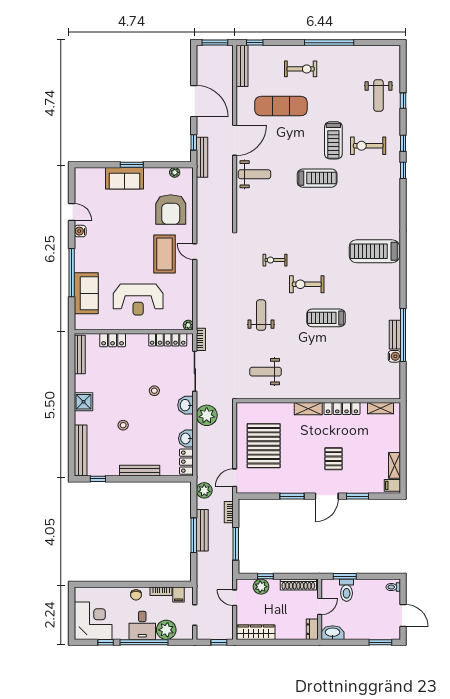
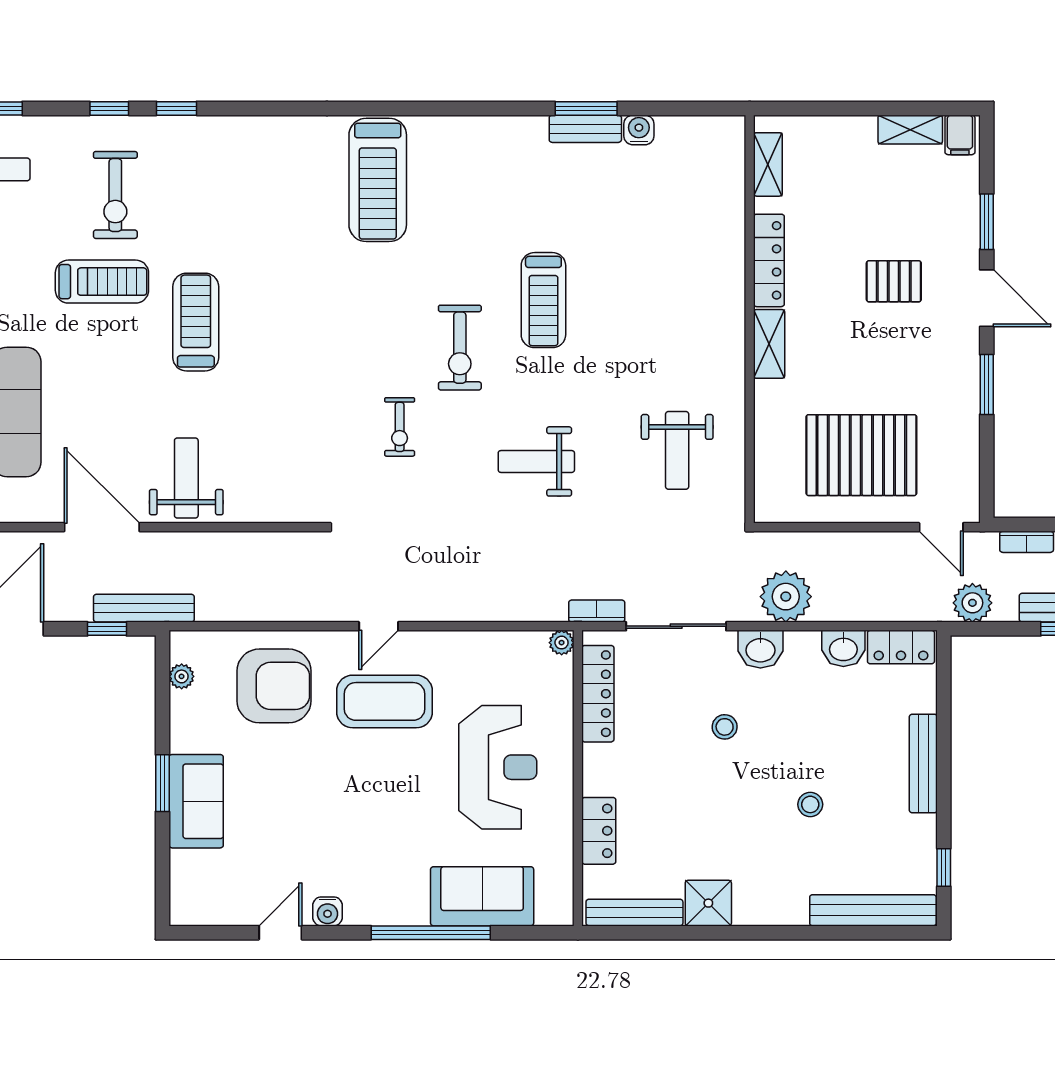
window: (403, 335) -> (586, 108), width x0.47
shower: (83, 402) -> (708, 903), moved

